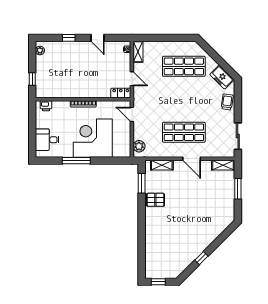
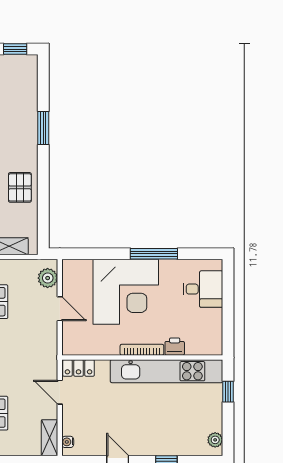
kitchen unit: (69, 91) -> (167, 371), added
printer: (46, 106) -> (175, 347), moved
door: (132, 114) -> (60, 309), moved
window: (142, 183) -> (43, 128), moved
pallet: (155, 200) -> (20, 187), turned 90

